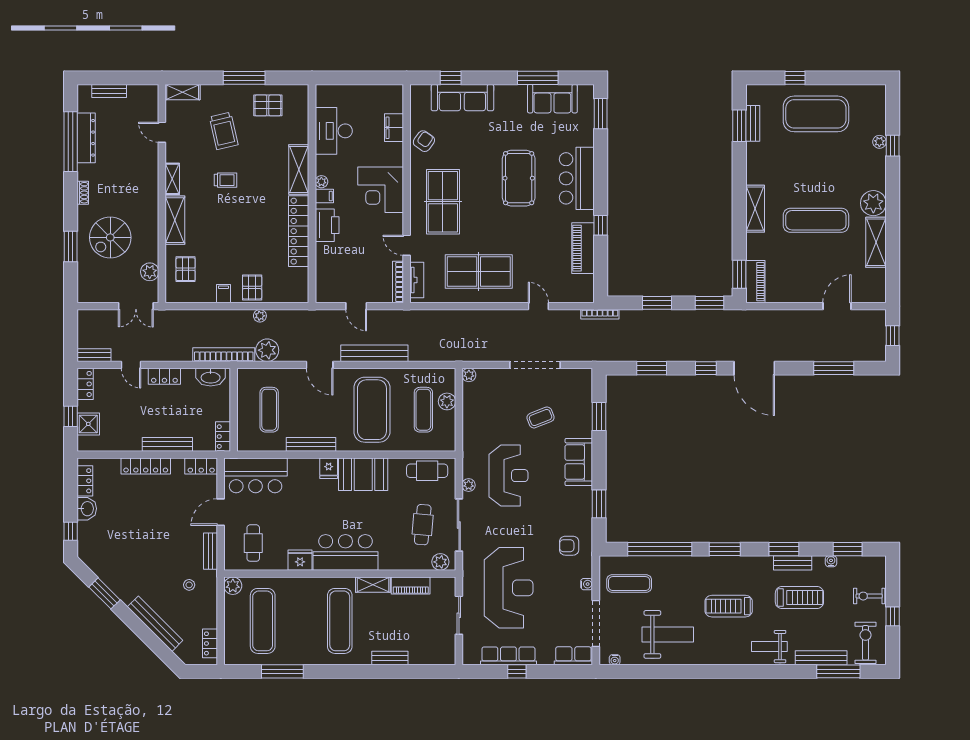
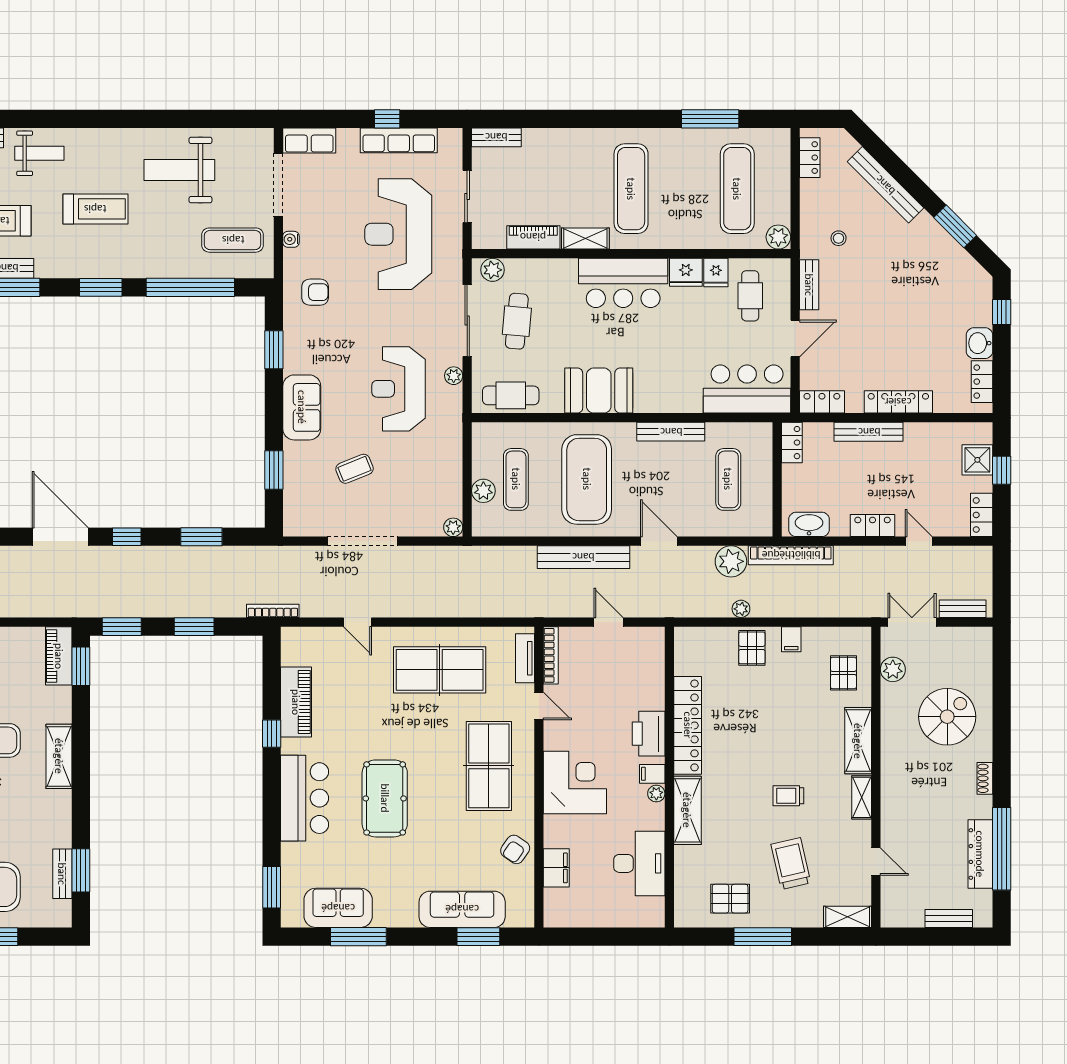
window: (451, 78) -> (478, 937), width x1.50
window: (71, 247) -> (1002, 704), removed
bench: (94, 355) -> (963, 609), moved
fridge: (329, 468) -> (716, 273), moved, turned 180
bench: (390, 658) -> (496, 137), moved
water cooler: (615, 660) -> (252, 135), removed

